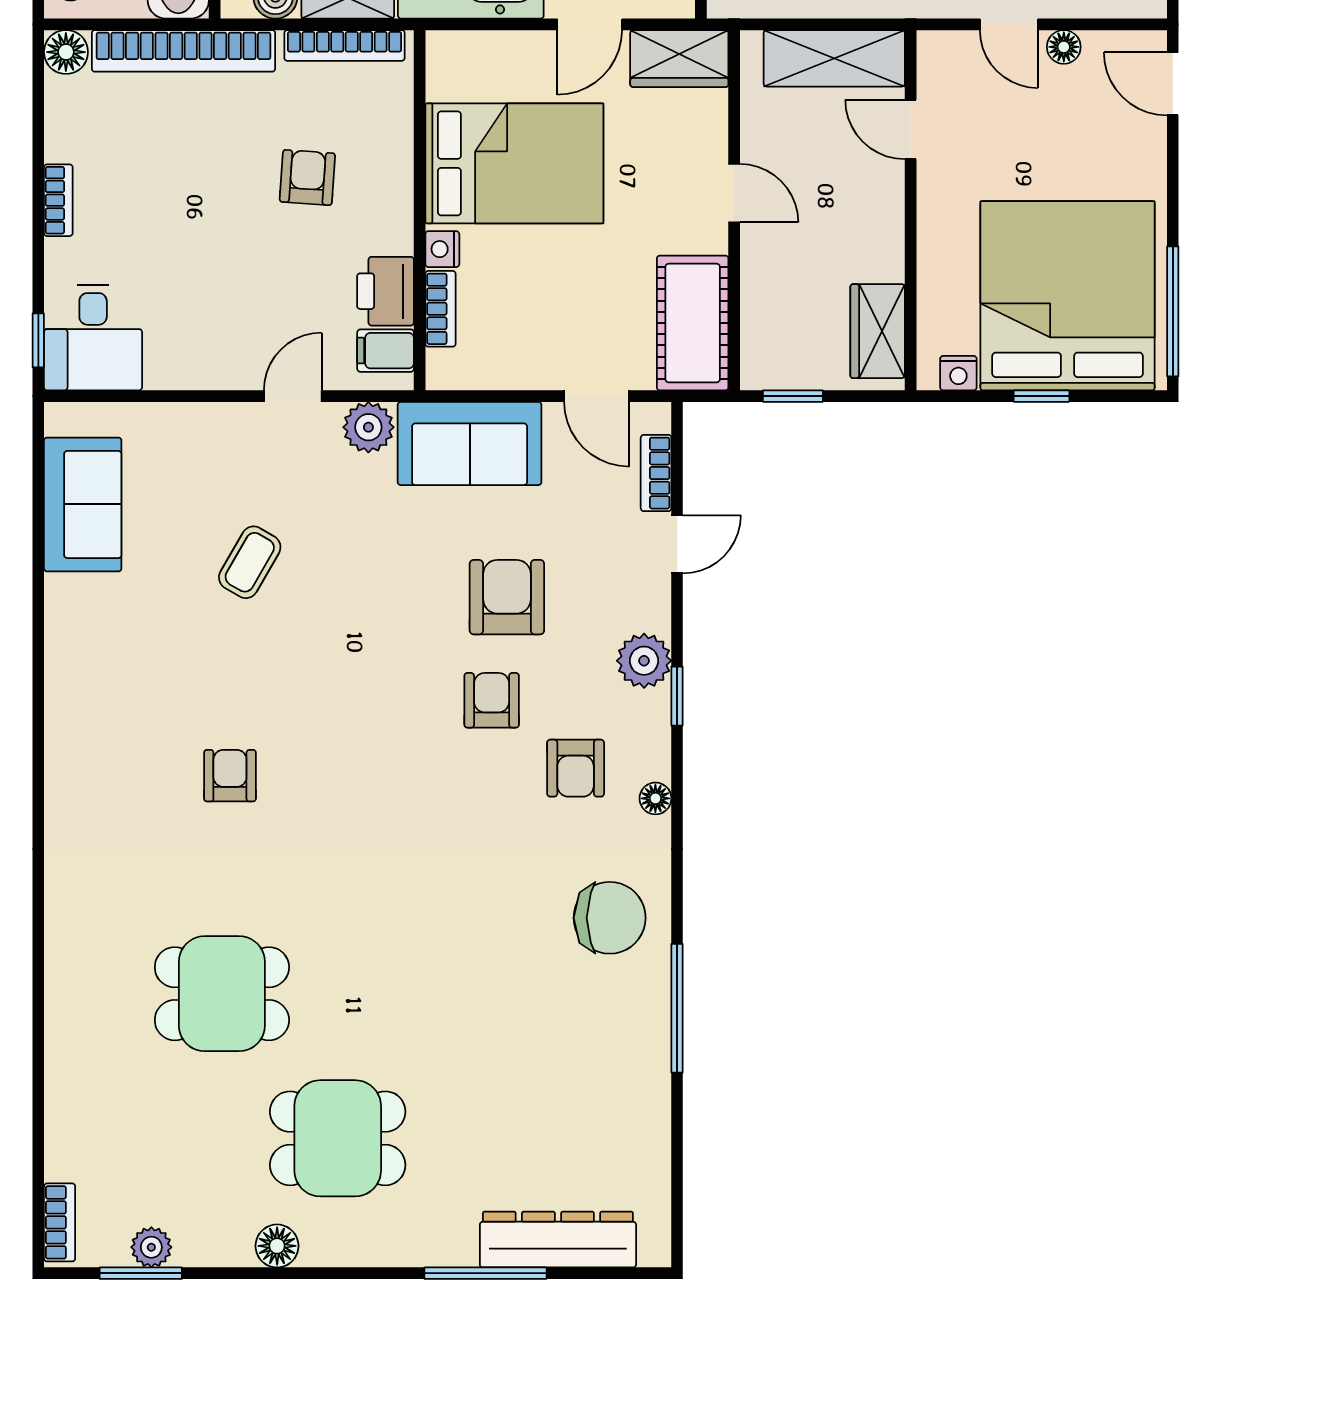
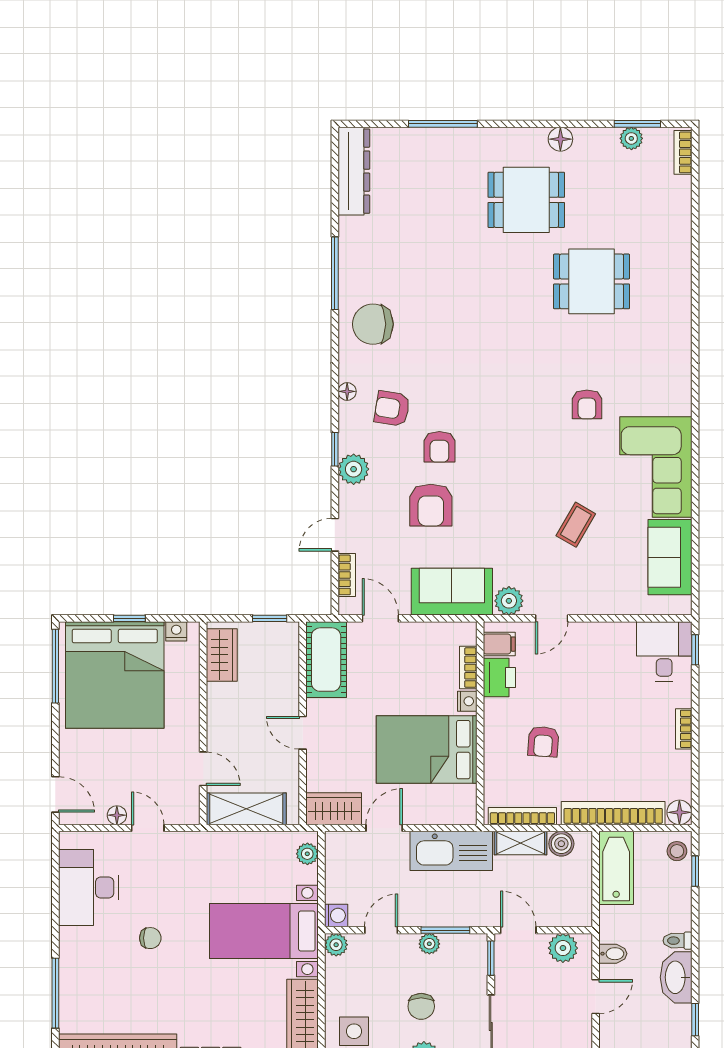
corner sofa: (108, 665) -> (656, 467), added
armchair: (576, 768) -> (392, 409), turned -81
dresser: (558, 1240) -> (354, 171), moved, turned -90

